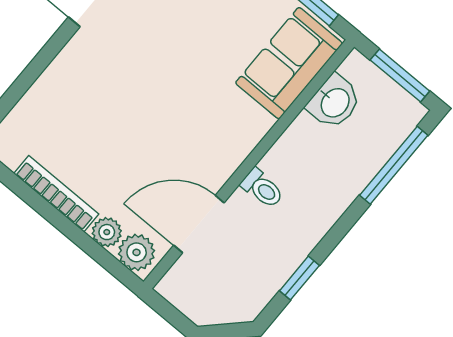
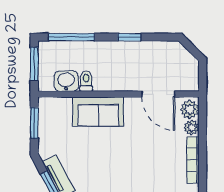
sofa: (289, 63) -> (98, 112), moved
toilet: (262, 188) -> (86, 81), moved
window: (299, 278) -> (129, 37), moved

